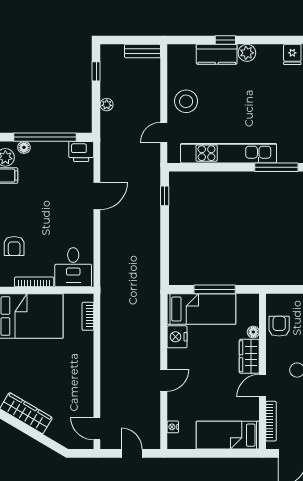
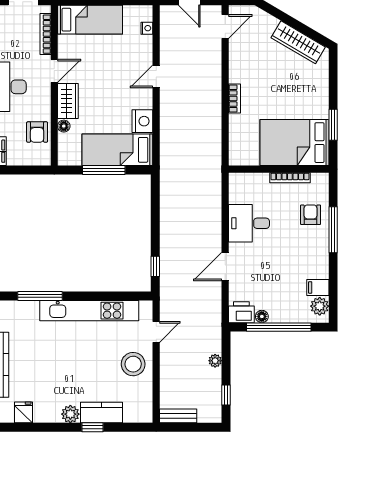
floor lamp: (24, 147) -> (262, 316), moved
desk: (73, 267) -> (249, 223), moved, turned -90
bookcase: (88, 316) -> (234, 98), moved
door: (97, 429) -> (225, 27), hinge flipped

